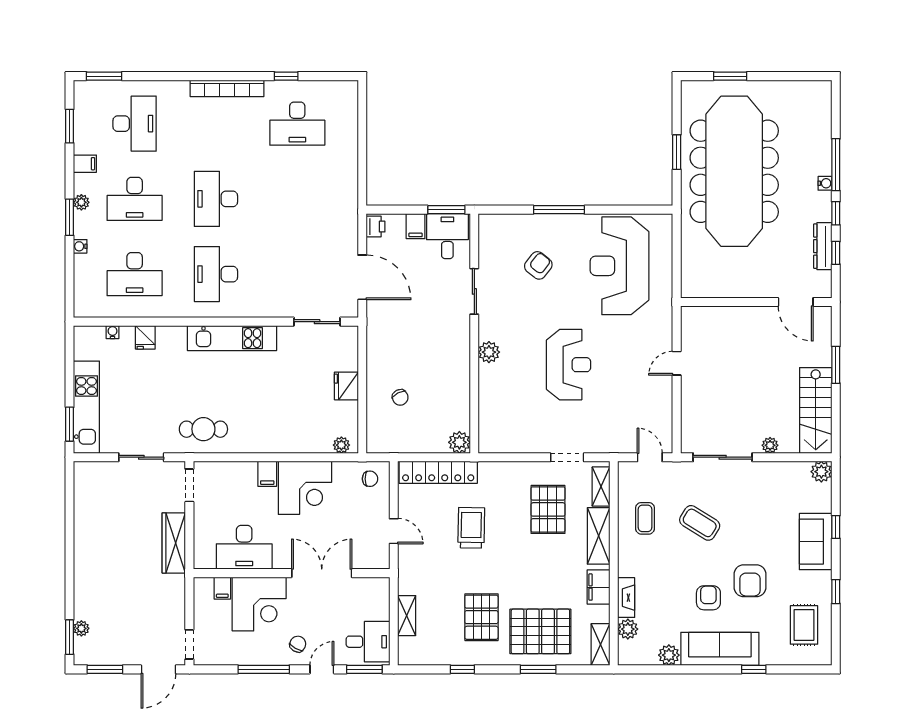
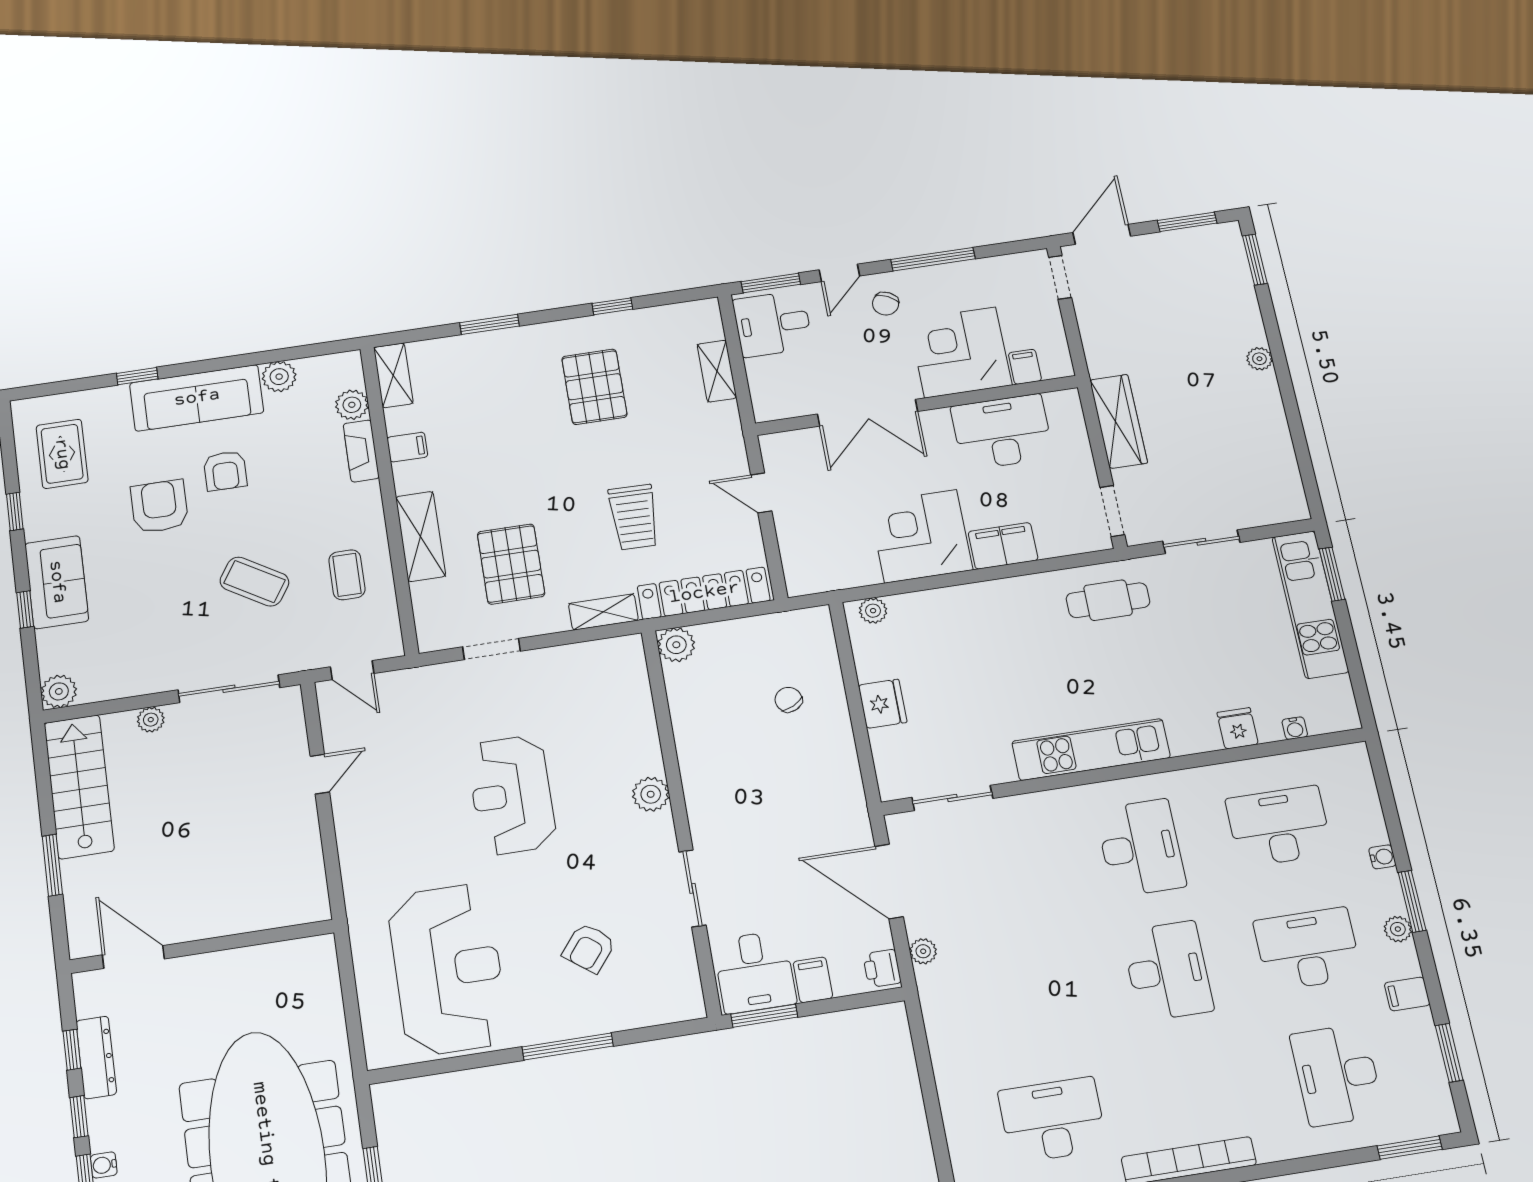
plant: (351, 233) -> (923, 951), added
door: (677, 363) -> (320, 774), moved
filing cabinet: (267, 474) -> (1003, 546), width x2.00
chair: (370, 479) -> (815, 566), removed
shelving: (601, 487) -> (603, 612), moved, turned 90
filing cabinet: (598, 587) -> (407, 447), width x0.50
plant: (81, 628) -> (1259, 359), moved
pallet: (540, 631) -> (495, 380), removed

